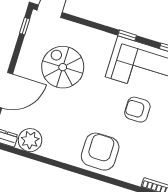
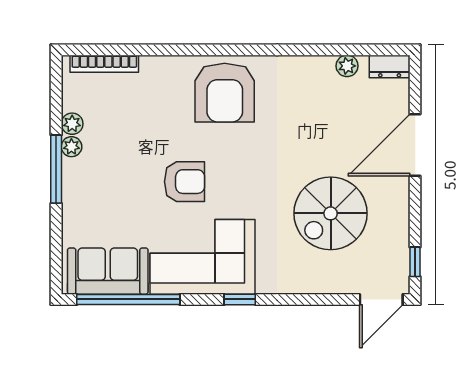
spiral stairs: (63, 67) -> (331, 213), turned 90
plant: (30, 140) -> (347, 66), width x0.53, depth x0.53

